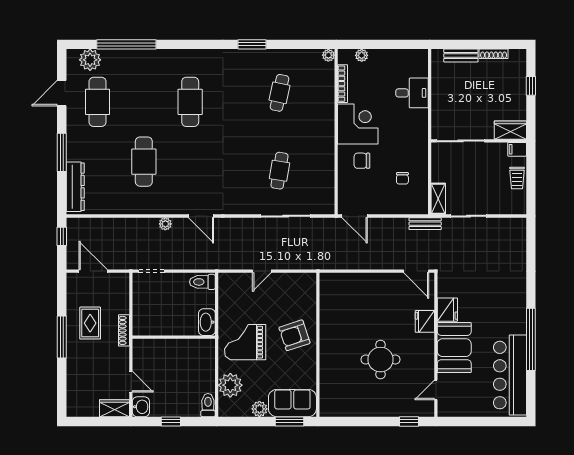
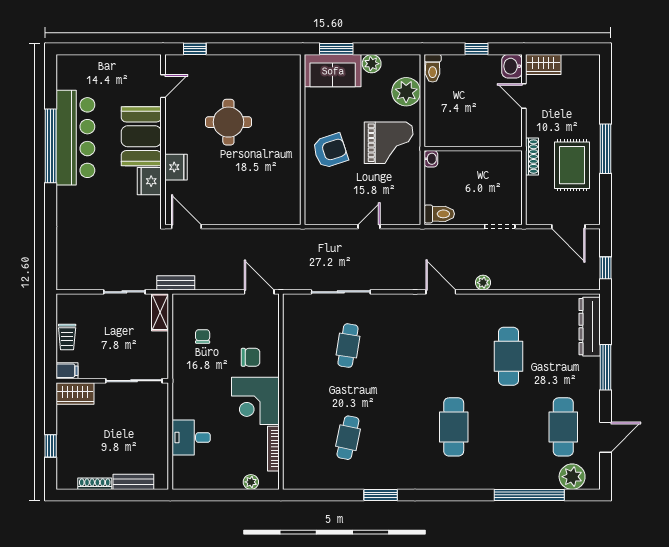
plant: (328, 55) -> (290, 482), removed
trolley: (517, 178) -> (67, 337), turned 180
washbasin: (207, 322) -> (431, 159), width x0.52, depth x0.69
rug: (90, 323) -> (572, 165), width x1.36, depth x1.43
bar counter: (510, 375) -> (75, 138), moved

